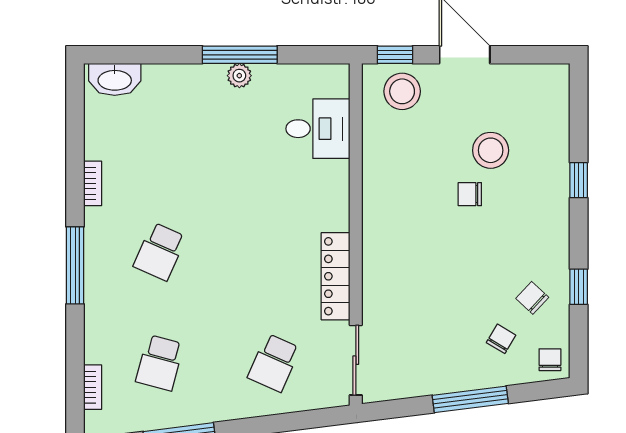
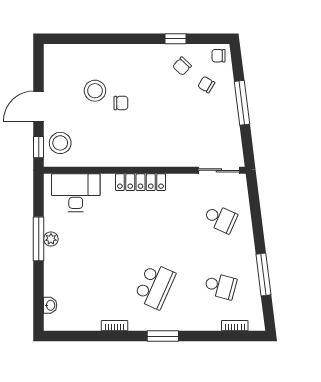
washbasin: (115, 79) -> (50, 305), width x0.52, depth x0.69
desk: (318, 129) -> (76, 193), width x1.37
window: (579, 180) -> (113, 39), removed
chair: (470, 194) -> (121, 103), turned -90
school desk: (160, 252) -> (155, 286), width x1.85
window: (75, 265) -> (163, 336), width x0.69
locker: (336, 276) -> (140, 182), moved

